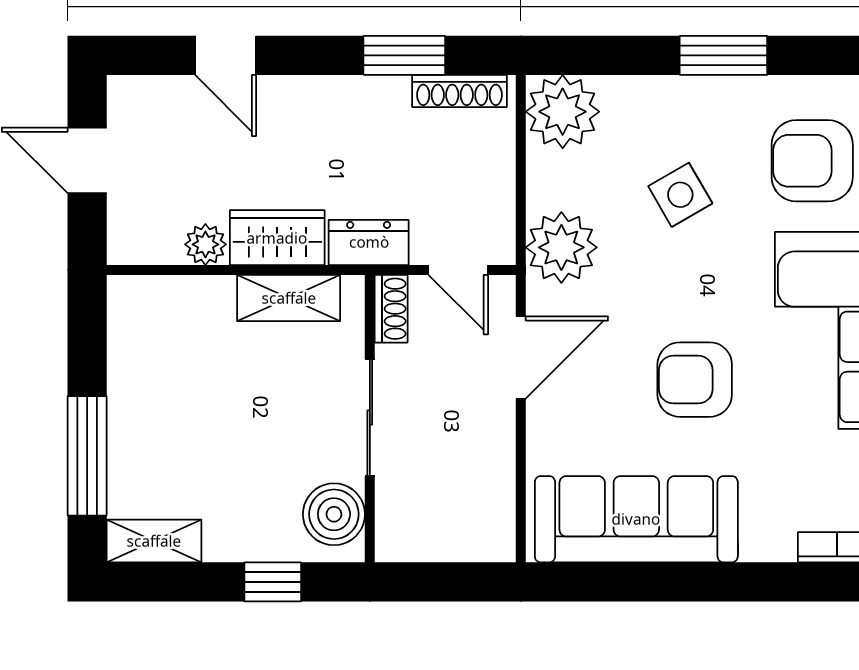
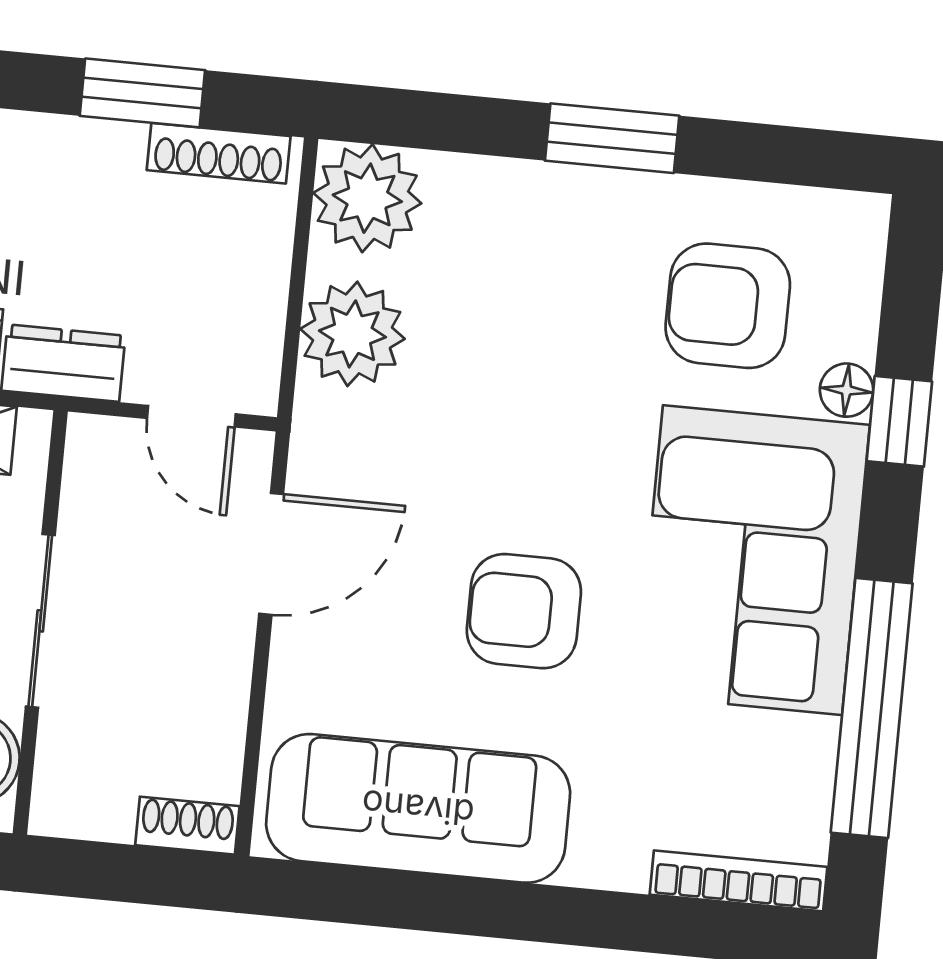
side table: (680, 195) -> (529, 337), removed
plant: (561, 247) -> (352, 334), moved
shoe rack: (391, 309) -> (187, 826), moved, turned -90

